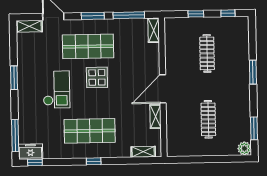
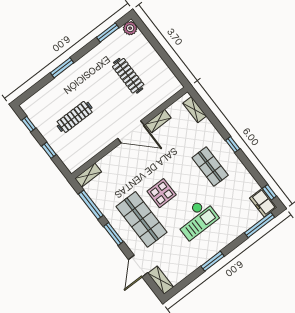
checkout: (56, 90) -> (196, 219), turned 180
clothes rail: (208, 119) -> (128, 76), turned 90
shop shelf: (90, 131) -> (210, 166), width x0.70, depth x0.74

